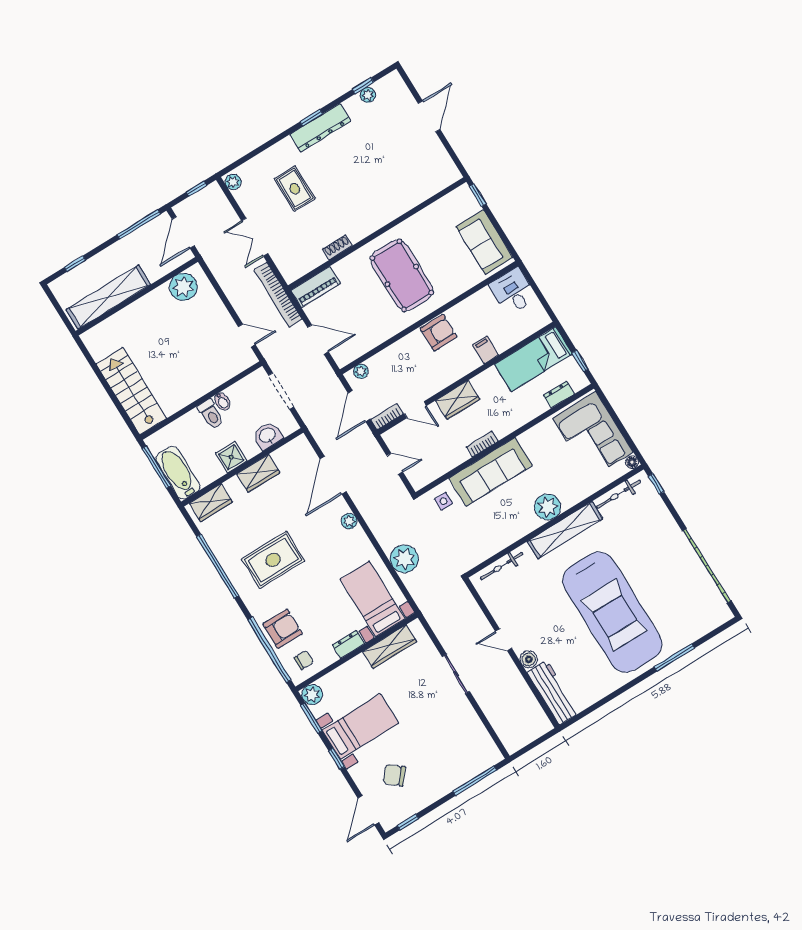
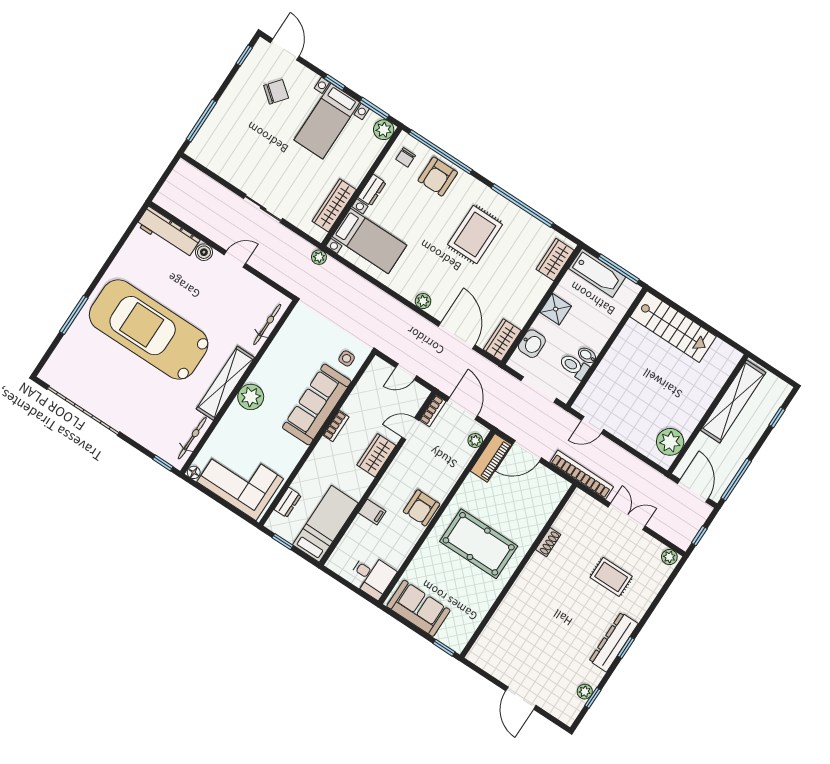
piano: (316, 287) -> (491, 458), moved, turned 180
toilet: (211, 414) -> (574, 366), moved
wardrobe: (258, 473) -> (502, 340), moved
plant: (404, 559) -> (319, 257), moved, width x0.53, depth x0.53

